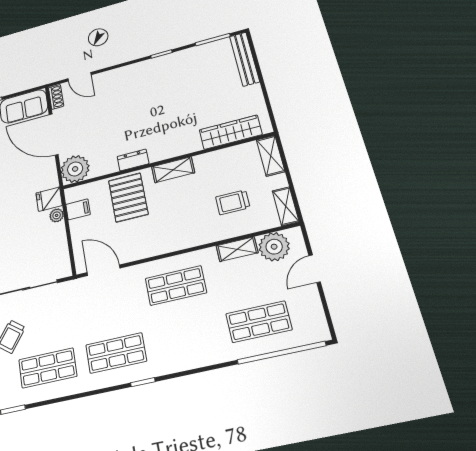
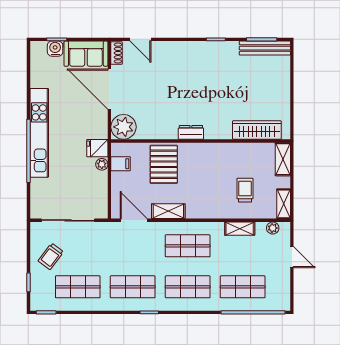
bench: (244, 59) -> (265, 48), moved, turned 90
dresser: (133, 160) -> (191, 132), moved
shelving: (173, 170) -> (168, 211), moved
trolley: (233, 202) -> (245, 190), turned 90
plant: (274, 247) -> (273, 228), width x0.53, depth x0.53
door: (315, 269) -> (292, 257), swing flipped
shop shelf: (186, 338) -> (188, 287), added

